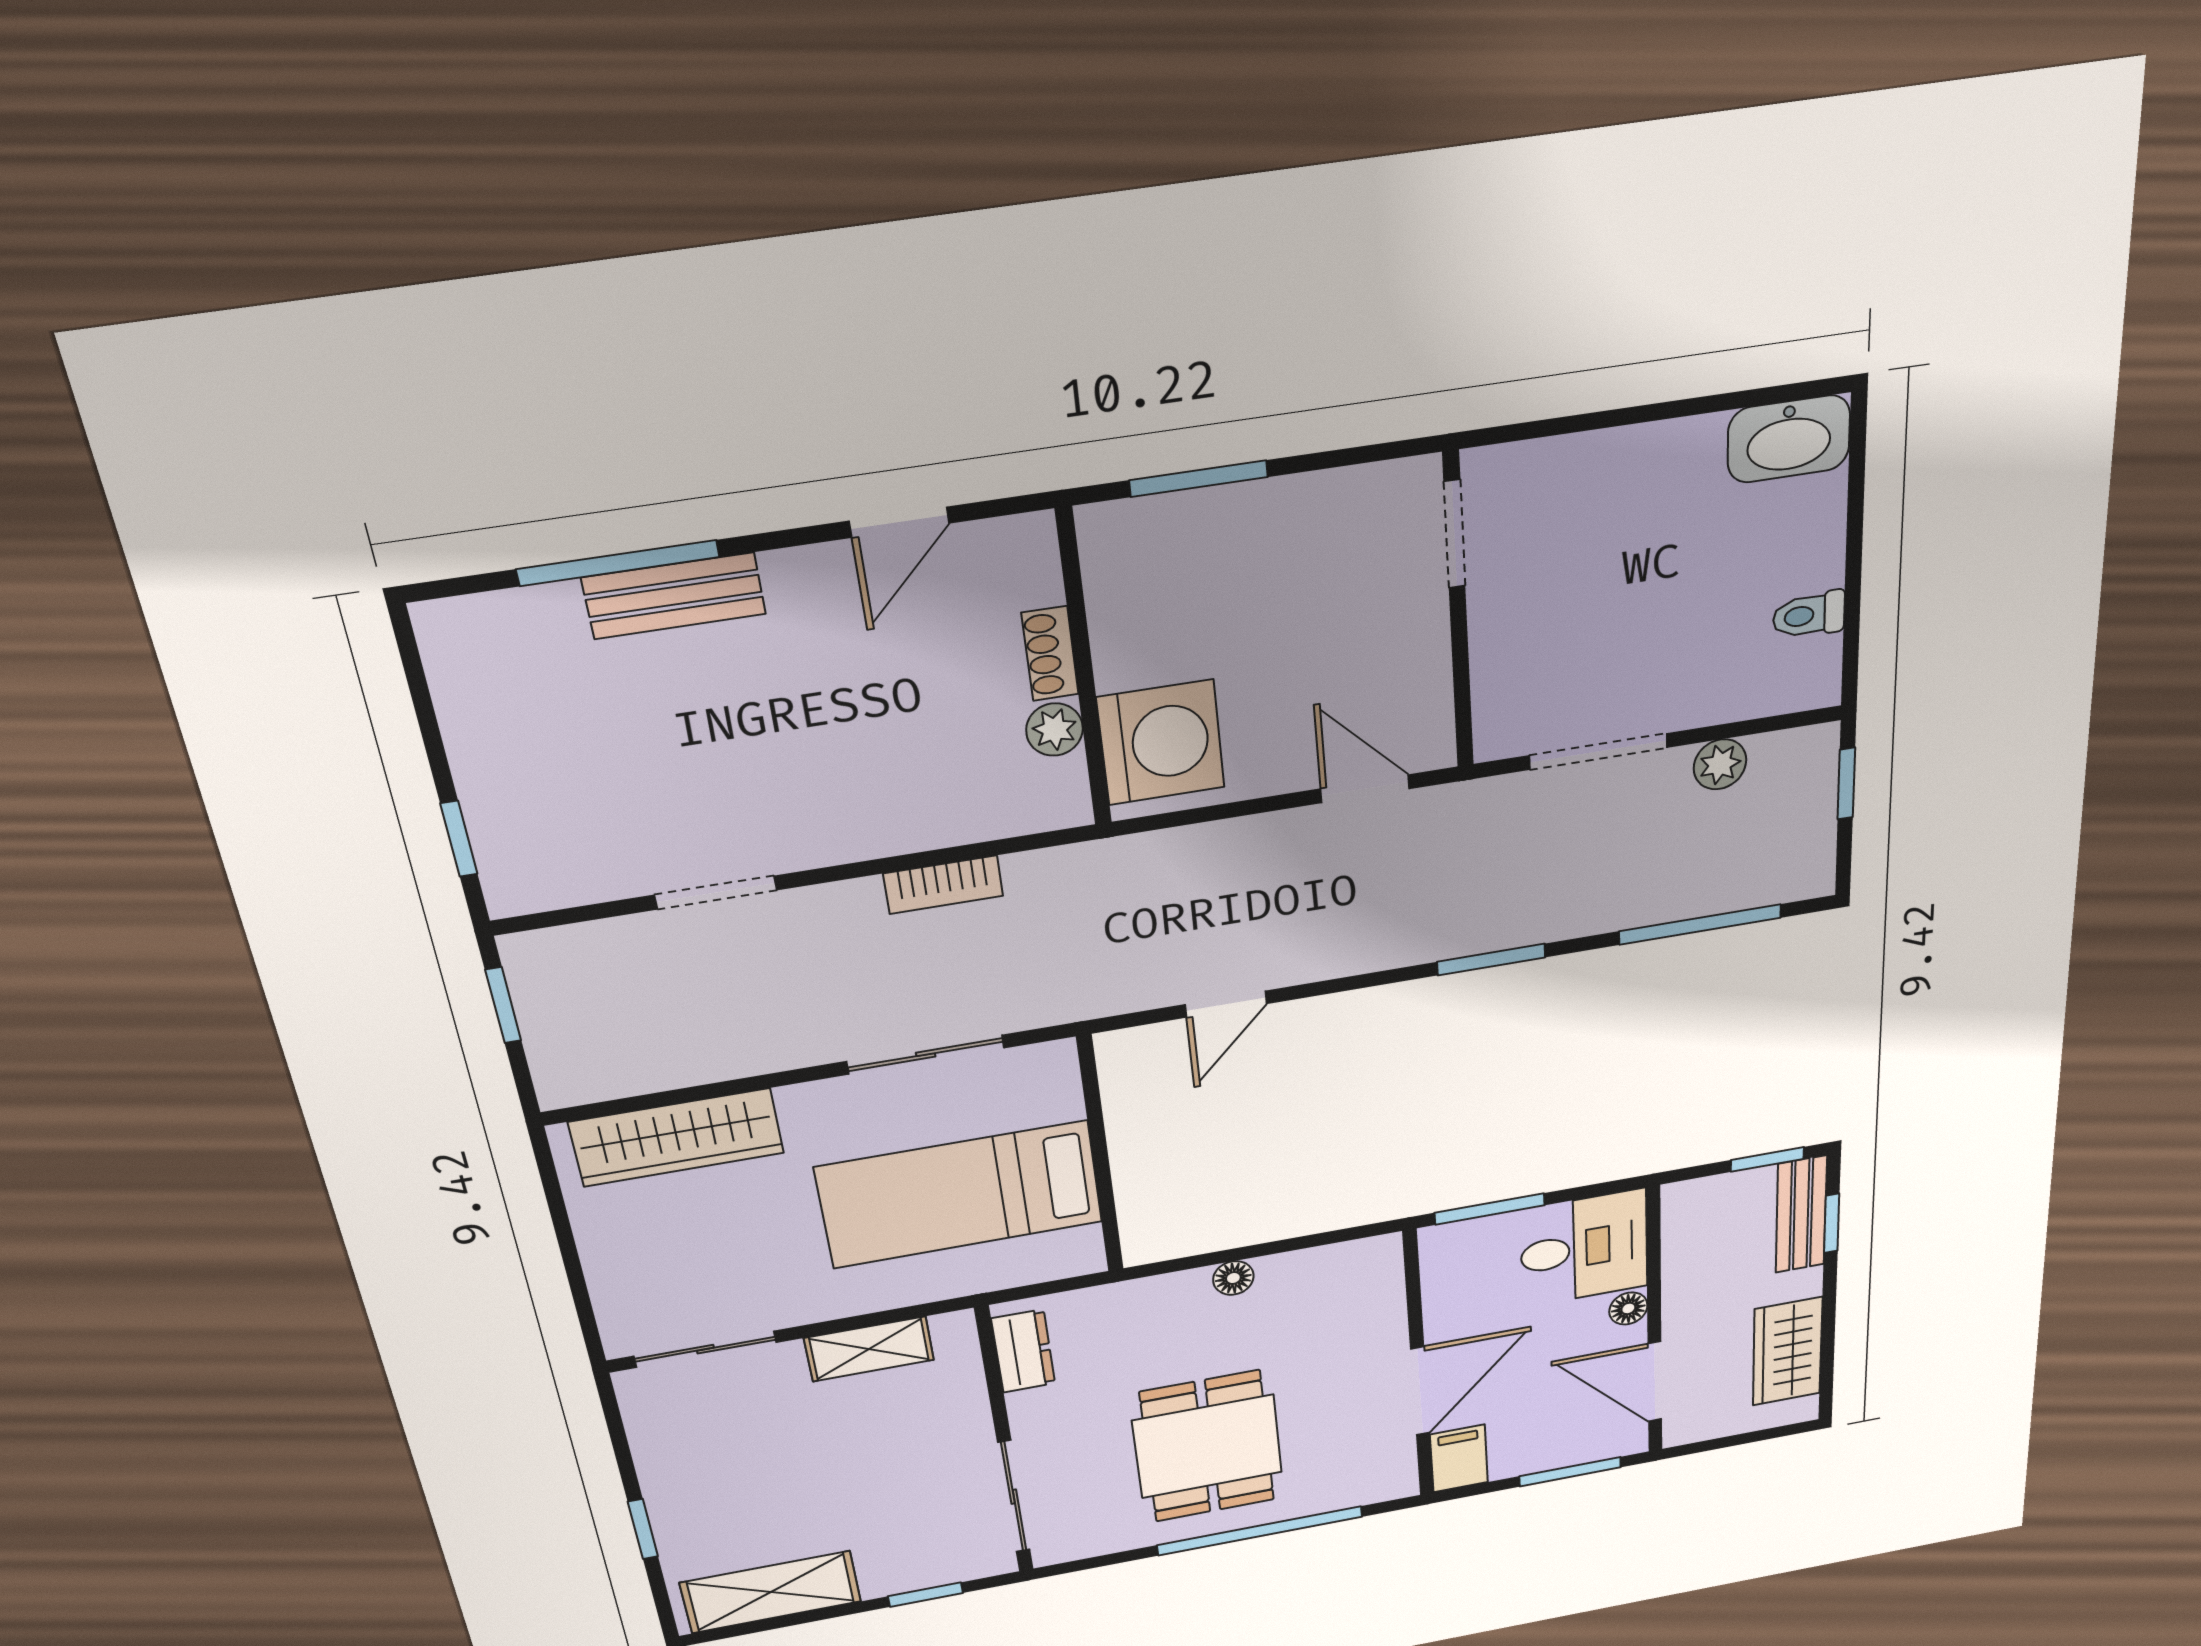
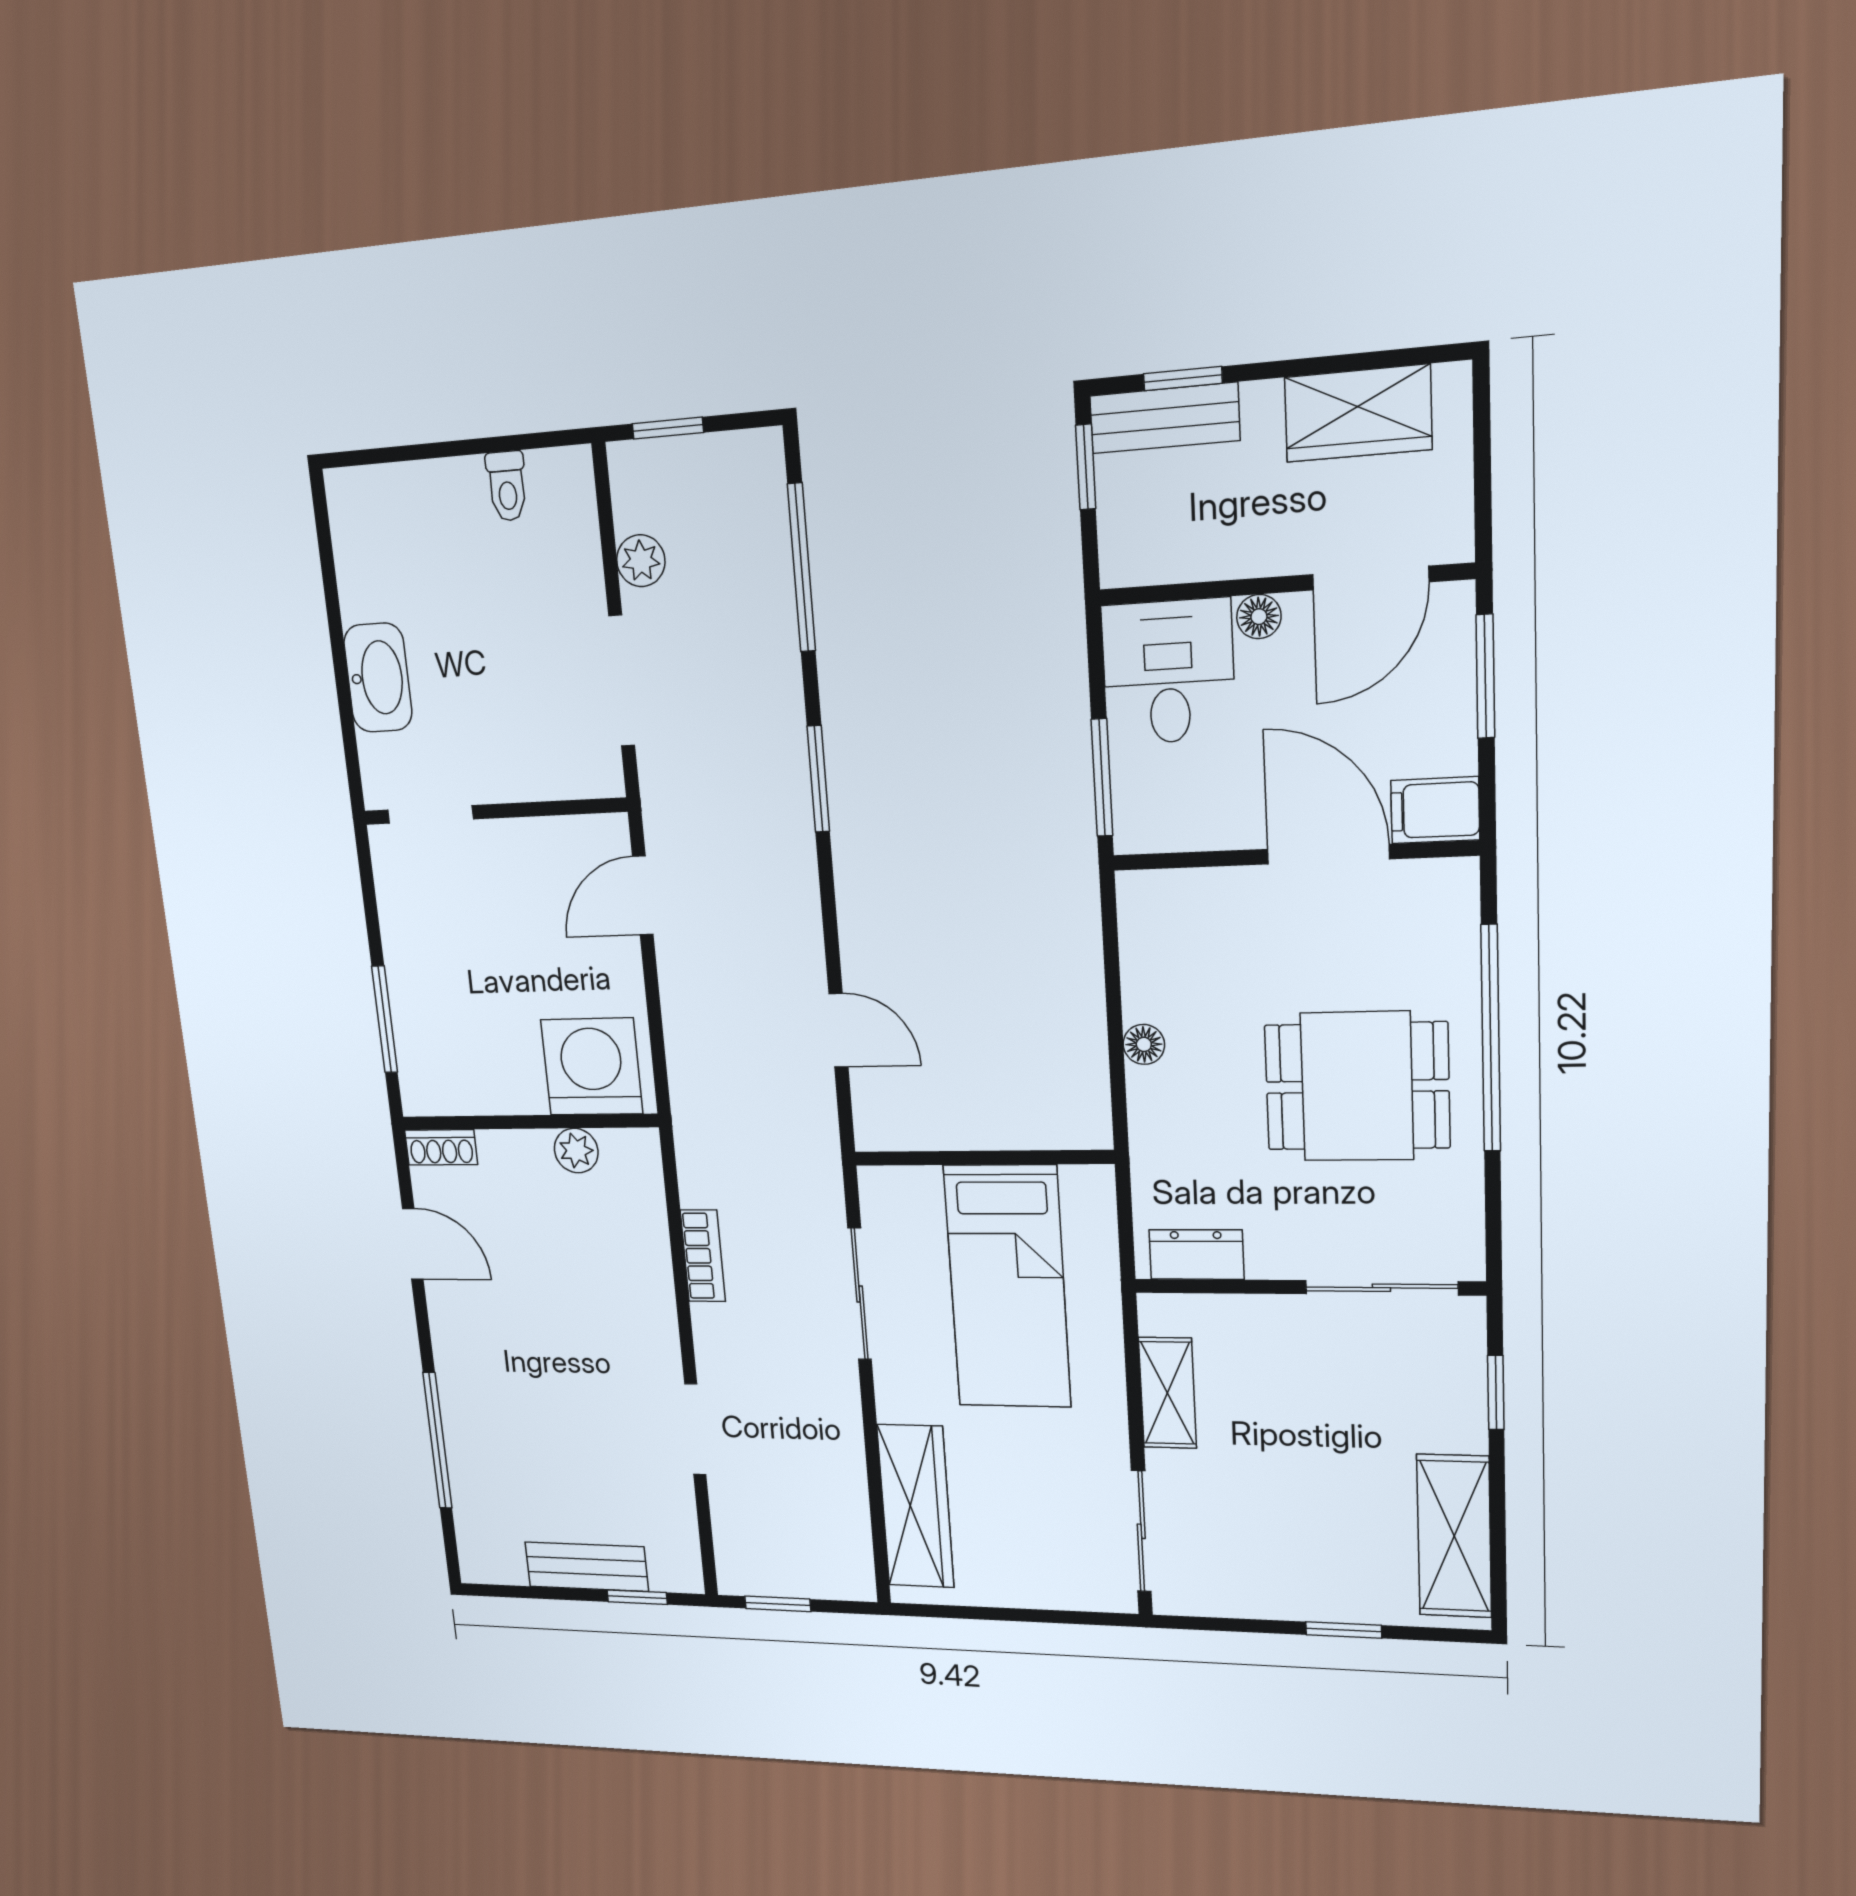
washbasin: (1789, 439) -> (378, 678), moved
bench: (674, 596) -> (587, 1567), moved, turned 90
shoe rack: (1050, 654) -> (441, 1147), moved

